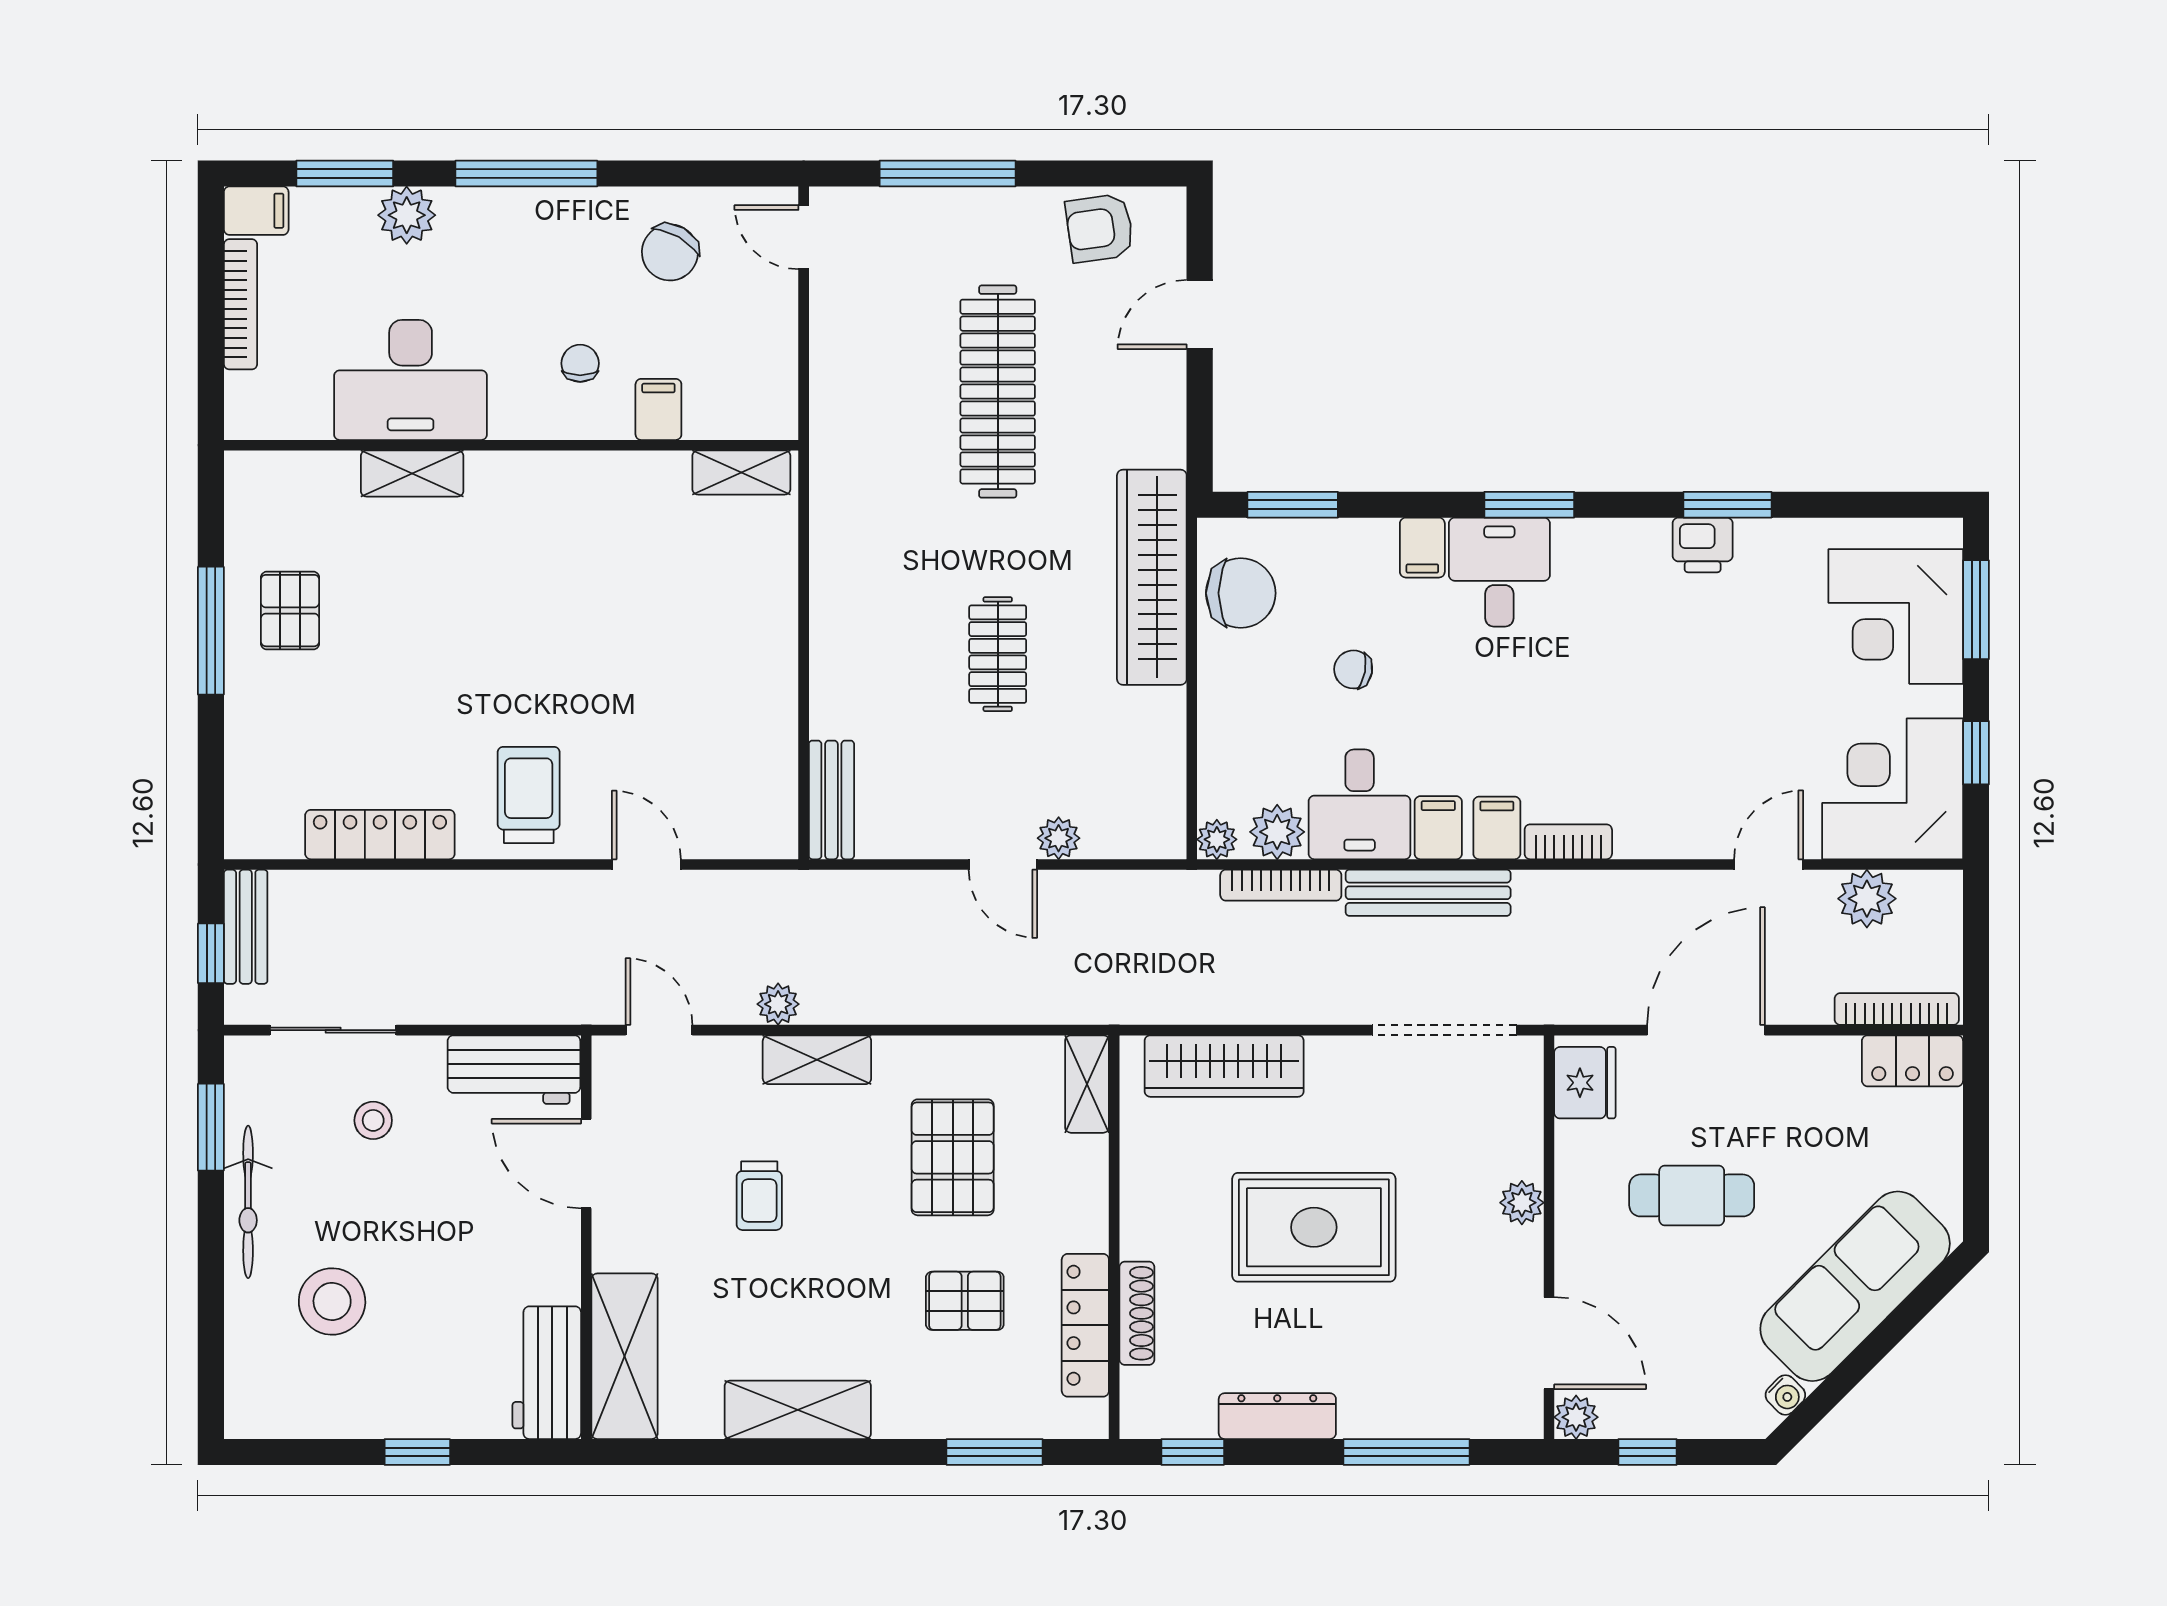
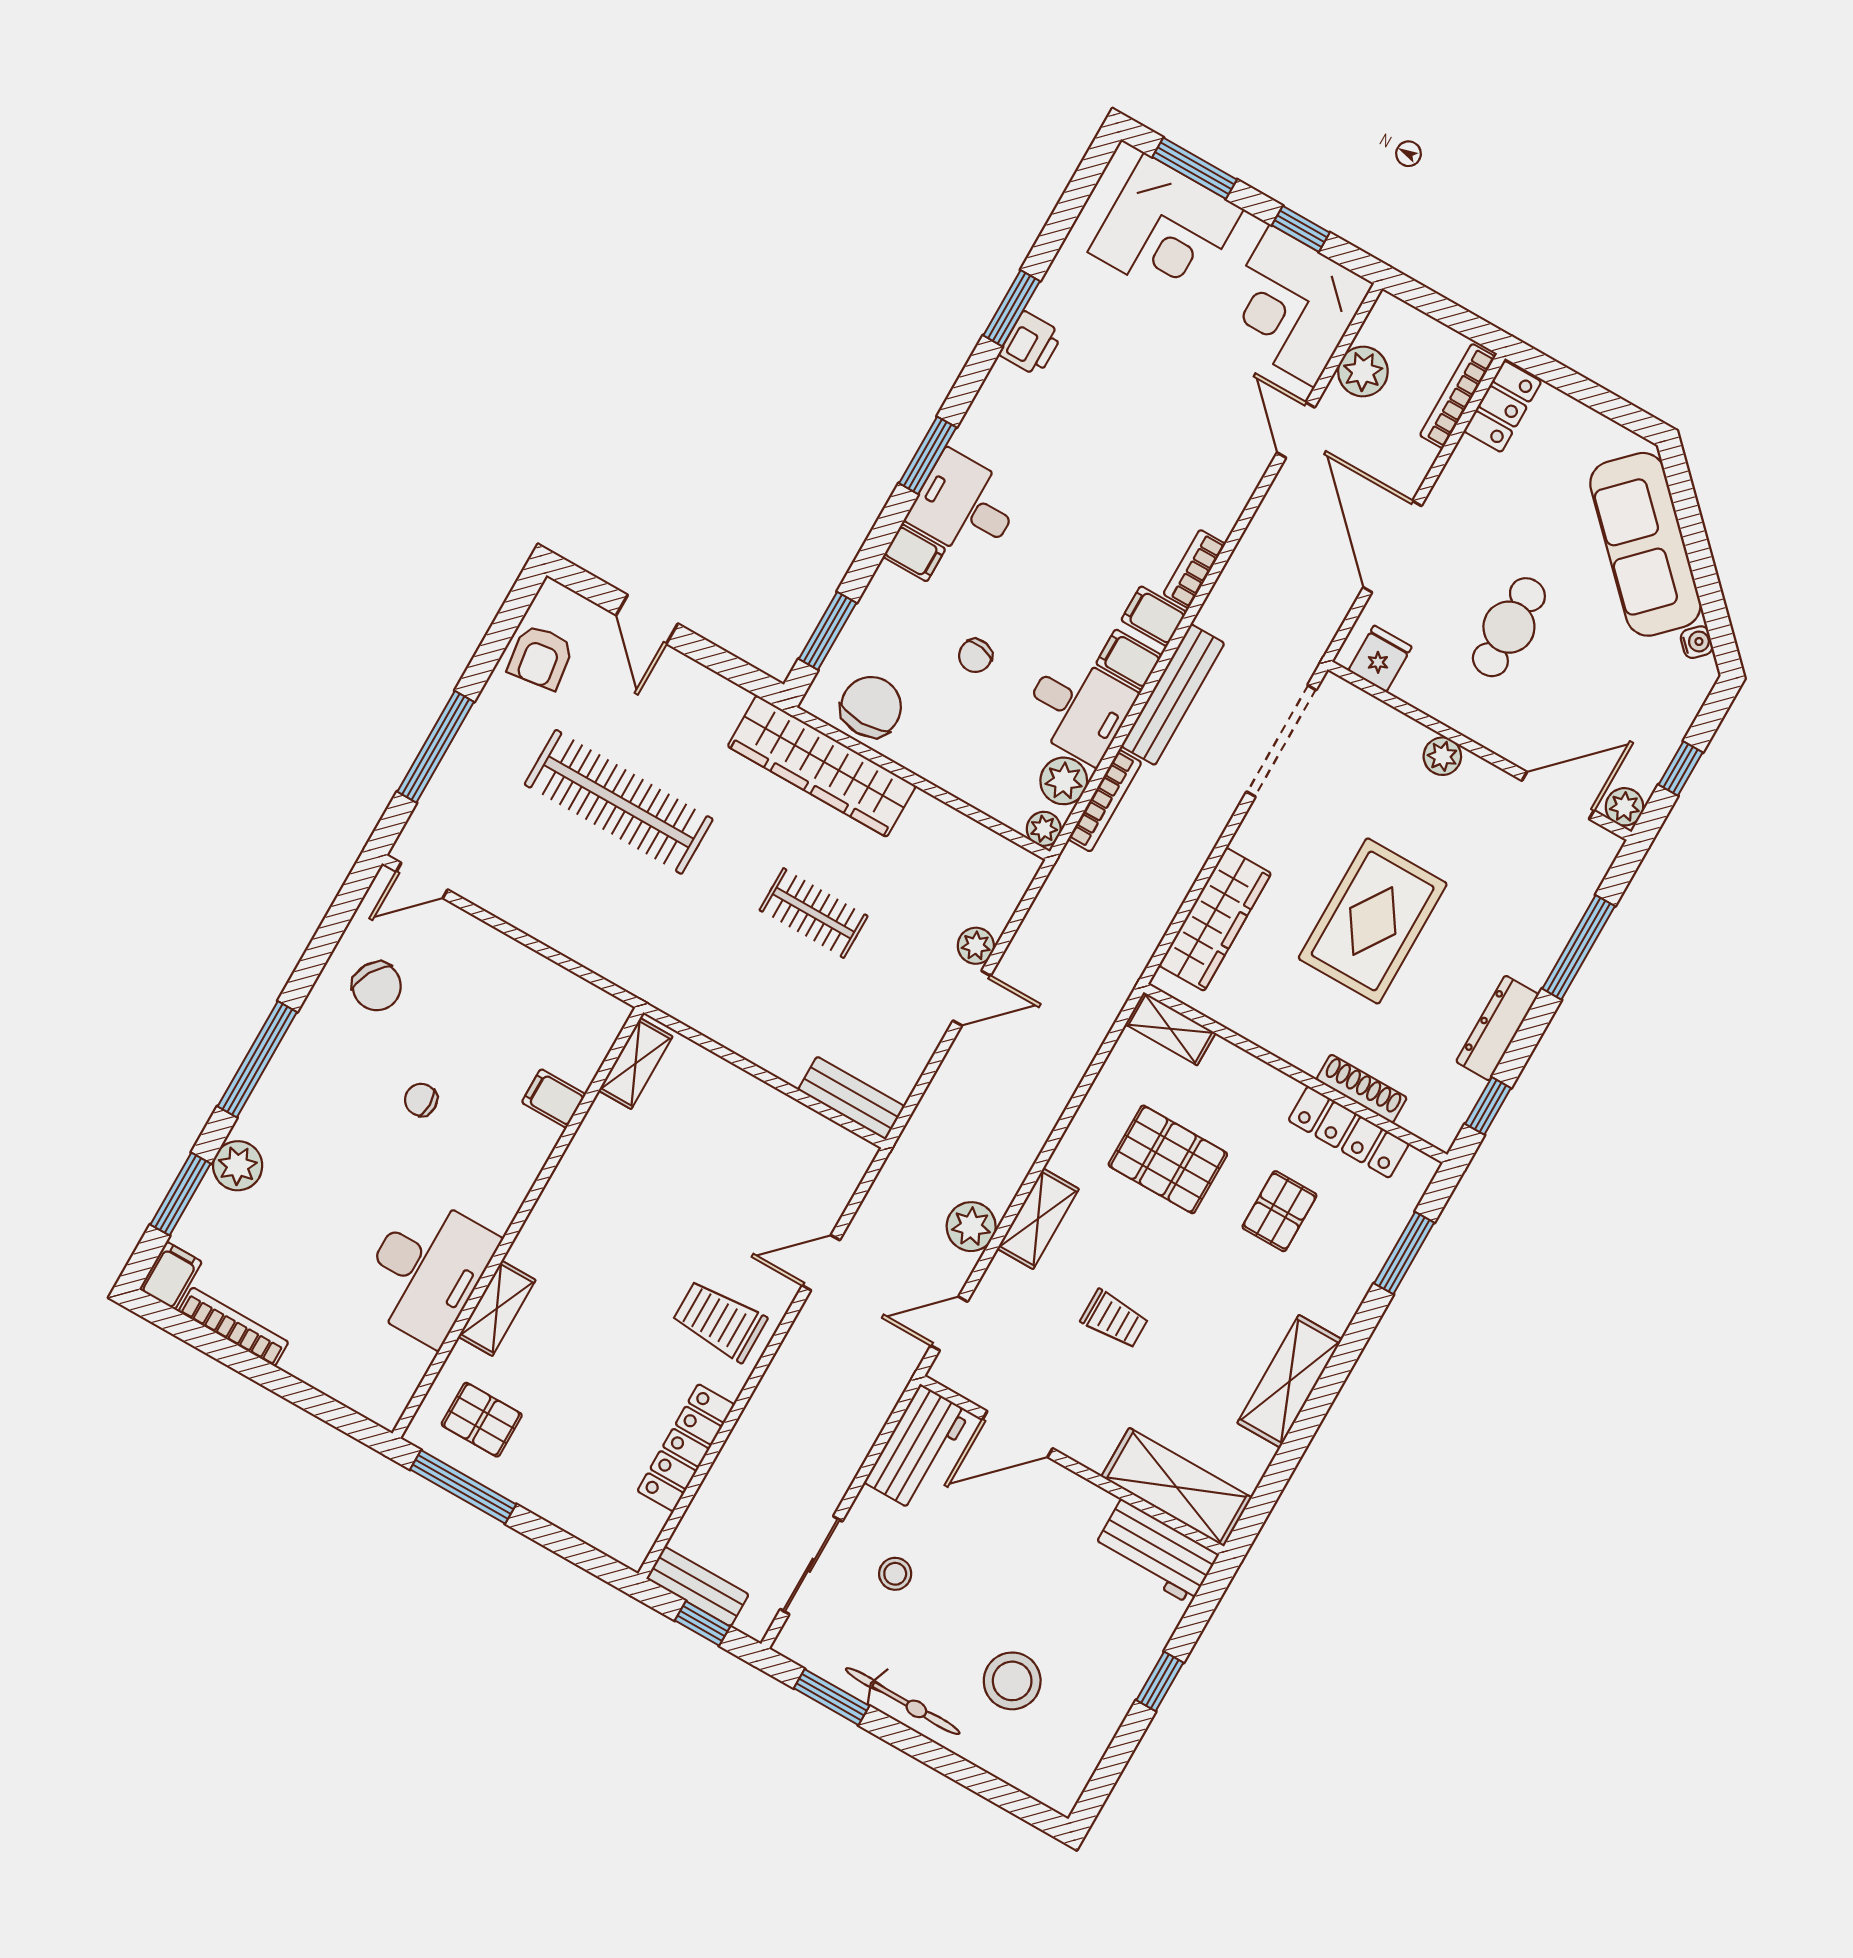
desk: (411, 380) -> (427, 1270), moved
filing cabinet: (658, 409) -> (554, 1098), moved
wall: (511, 445) -> (518, 1223), moved
shelving: (741, 472) -> (636, 1064), moved
shelving: (412, 473) -> (497, 1308), moved
plant: (778, 1004) -> (971, 1227), width x1.38, depth x1.38
fridge: (1585, 1083) -> (1380, 659), width x0.72

